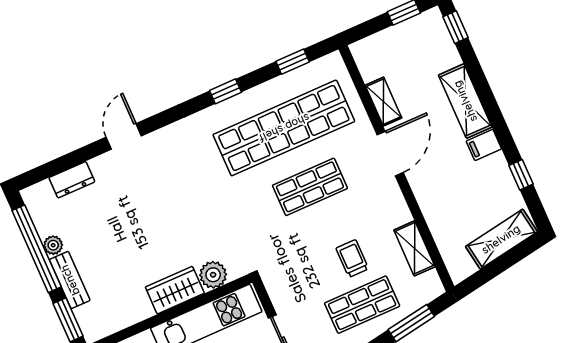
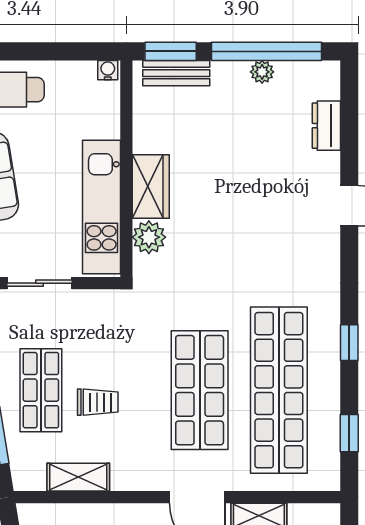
shop shelf: (310, 187) -> (200, 390), width x1.43, depth x1.36
bench: (70, 280) -> (176, 73), moved

